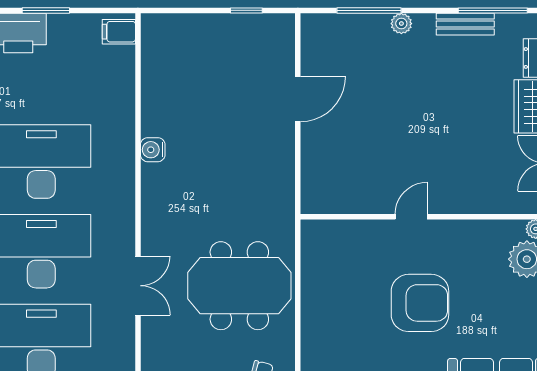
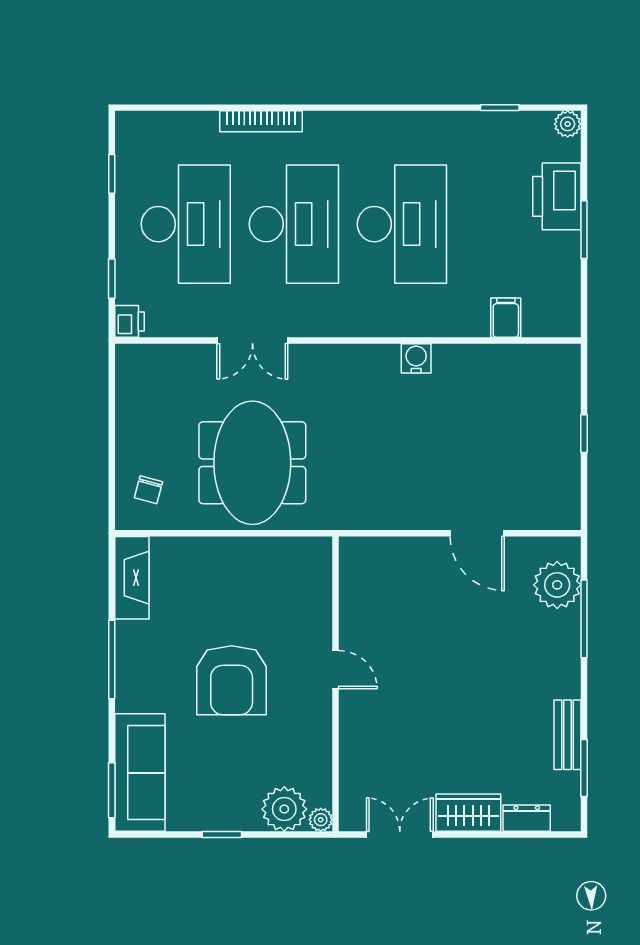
window: (246, 10) -> (584, 434), moved
window: (493, 10) -> (584, 768), width x0.69
plant: (401, 24) -> (557, 585), moved, width x1.88, depth x1.88
filing cabinet: (119, 32) -> (506, 318), moved

